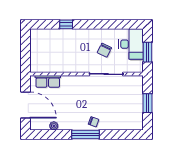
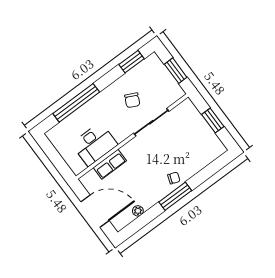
window: (66, 24) -> (76, 103), width x3.17
window: (123, 24) -> (132, 62), added
desk: (131, 44) -> (94, 144), moved, turned 90
row of seats: (48, 81) -> (110, 164), moved

